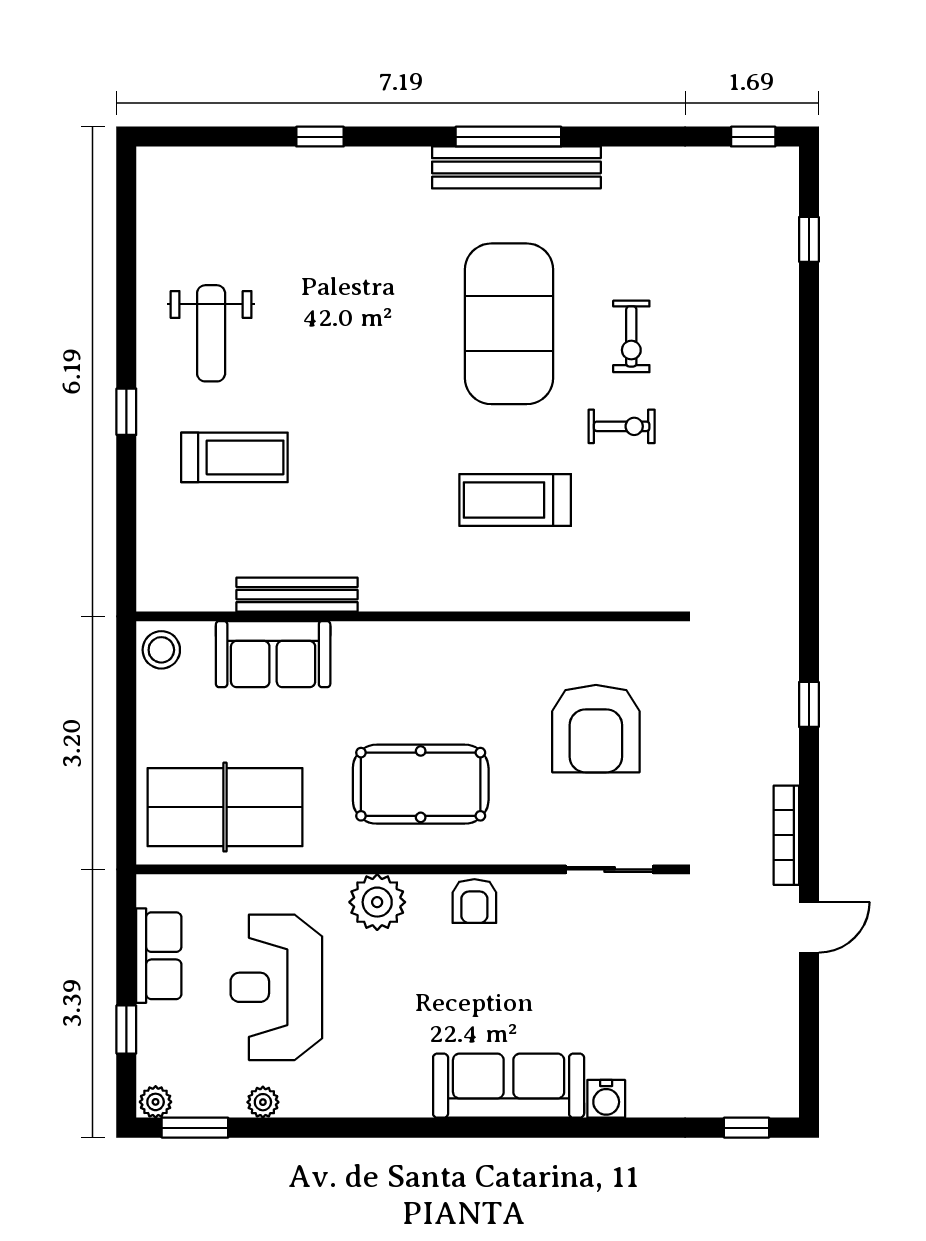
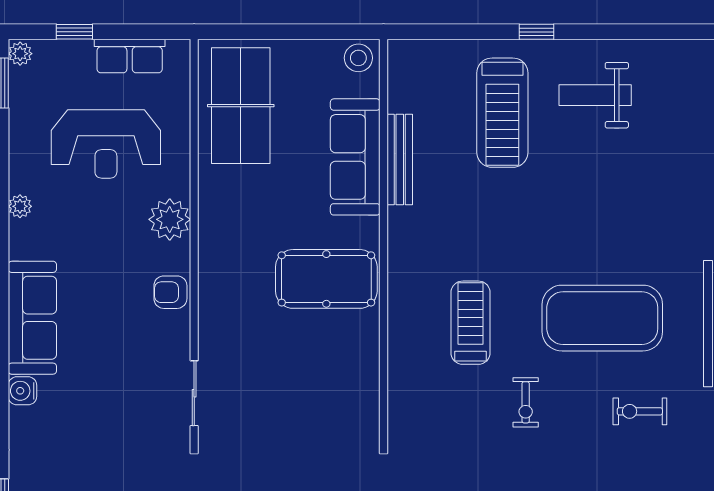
exercise bike: (631, 336) -> (640, 411), moved
treadmill: (234, 457) -> (502, 113), width x1.37, depth x1.37
sofa: (273, 654) -> (355, 157), width x1.36
armchair: (596, 729) -> (299, 383), removed
pool table: (421, 784) -> (326, 279), moved, turned 90
reception desk: (276, 987) -> (106, 144), turned 180
plant: (263, 1102) -> (20, 206), moved

